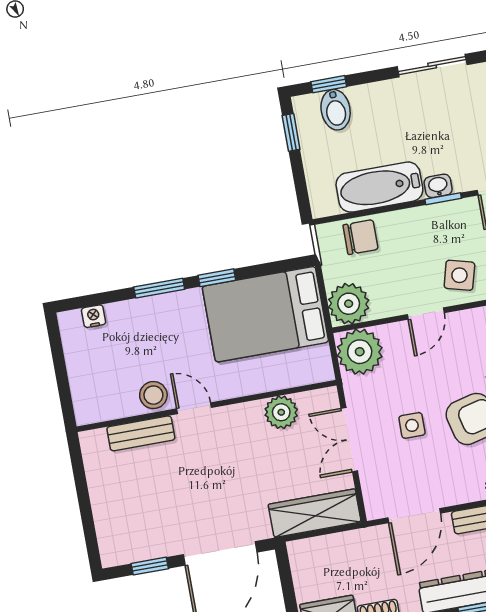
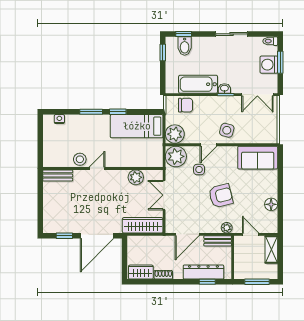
bed: (265, 314) -> (137, 126), width x0.67
door: (194, 408) -> (97, 168), hinge flipped
side table: (412, 425) -> (199, 170), moved
bench: (141, 433) -> (58, 175), moved

